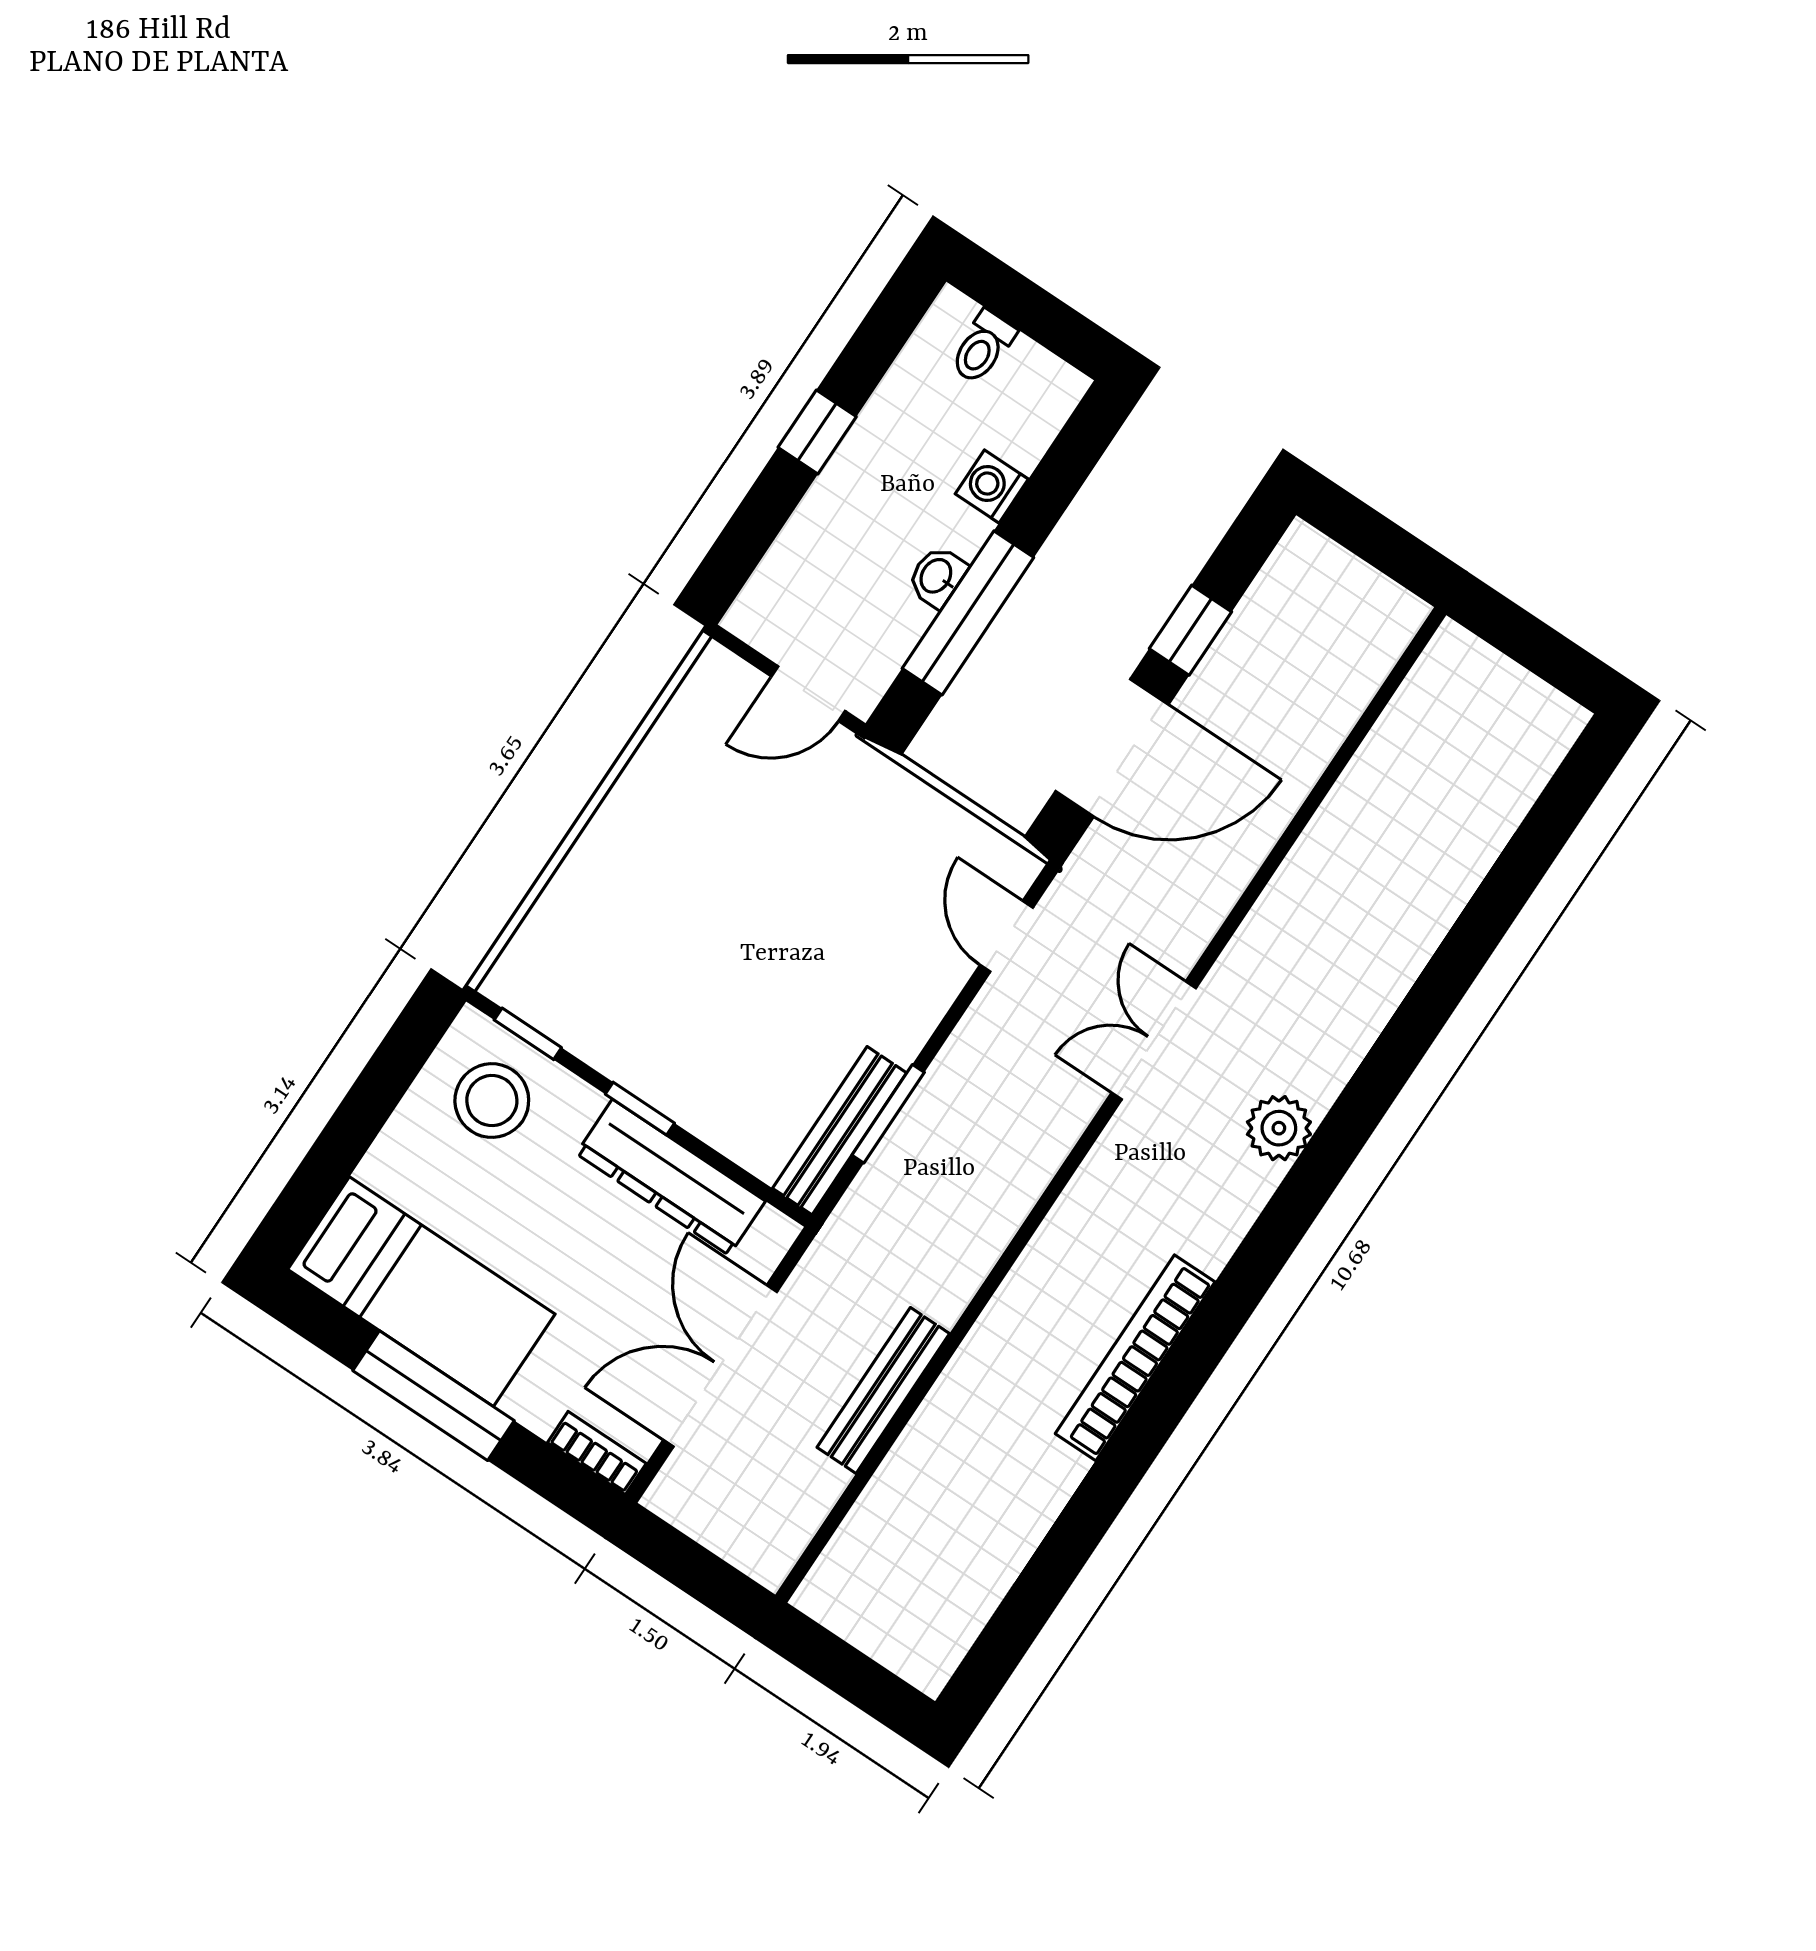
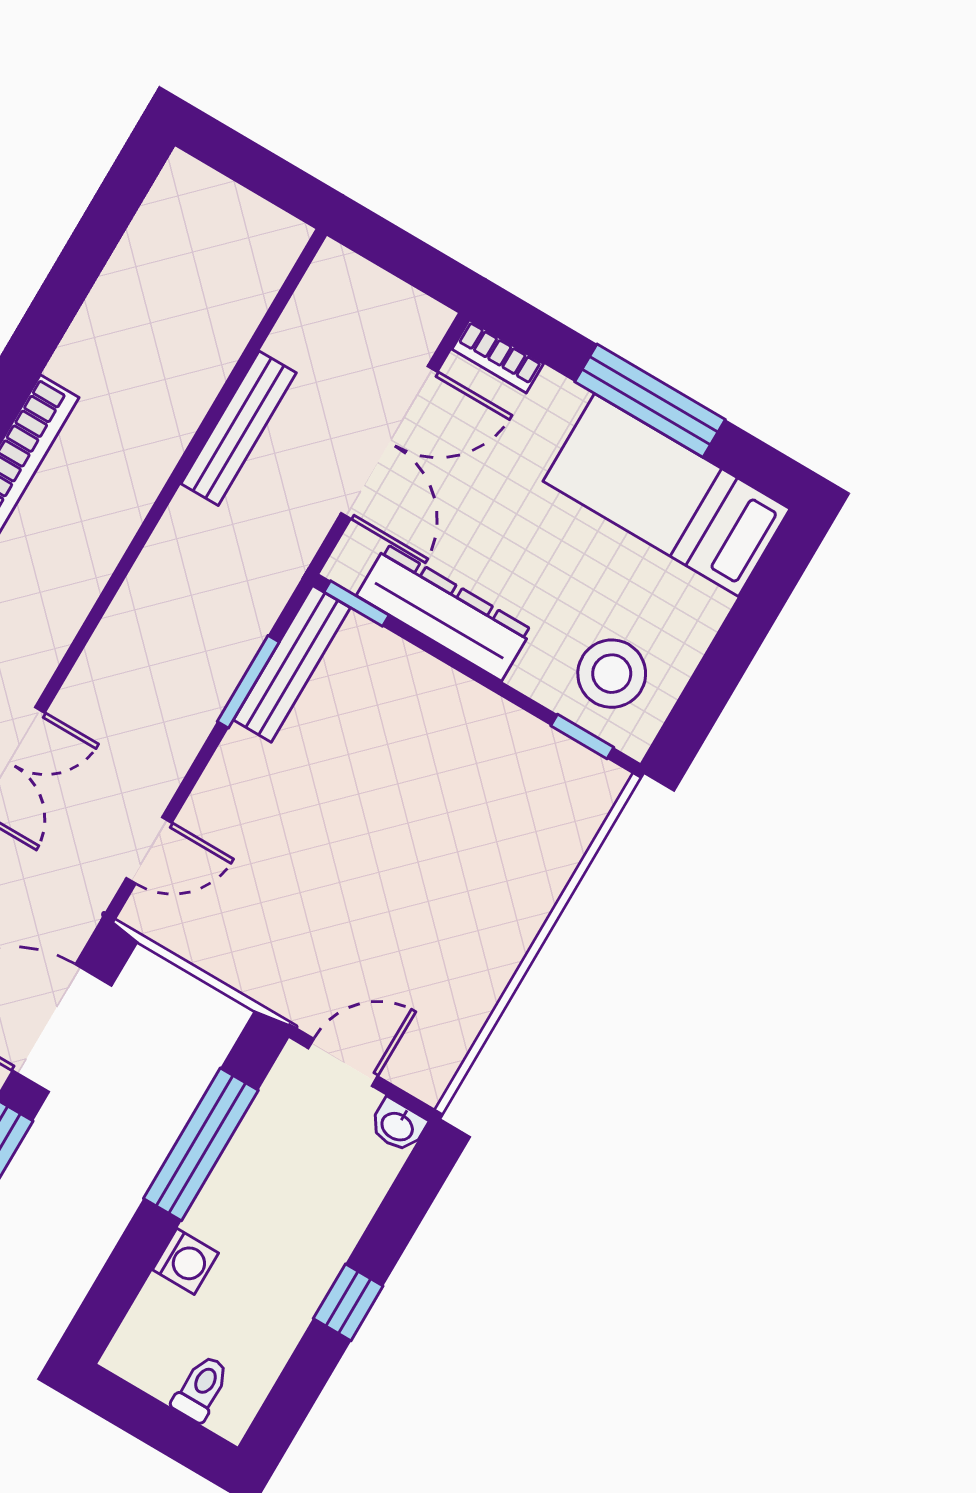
washbasin: (937, 577) -> (398, 1126), moved, turned 90
door: (1007, 936) -> (149, 850), hinge flipped
window: (640, 1109) -> (356, 604), moved

